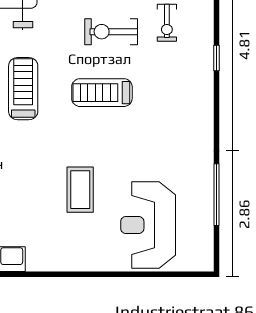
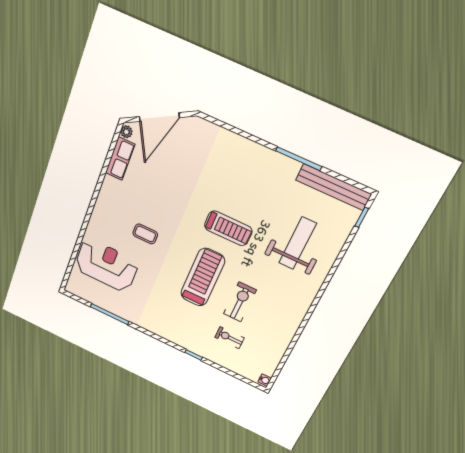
treadmill: (102, 93) -> (203, 277), width x1.37, depth x1.38
coffee table: (80, 190) -> (145, 234), width x0.73, depth x0.77

